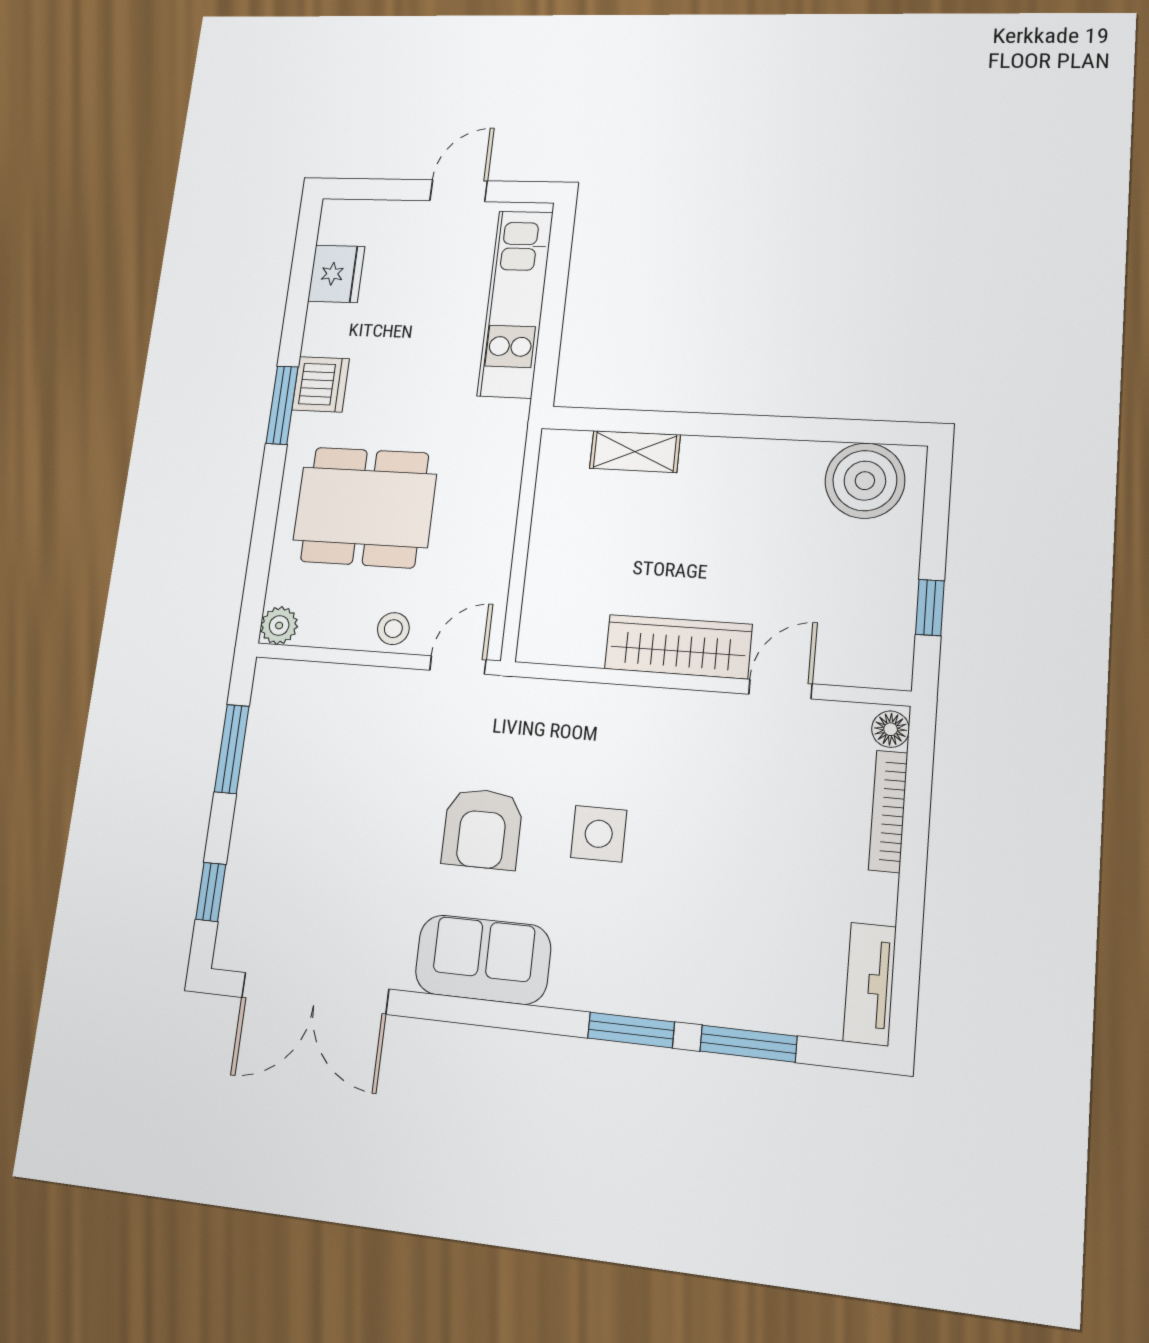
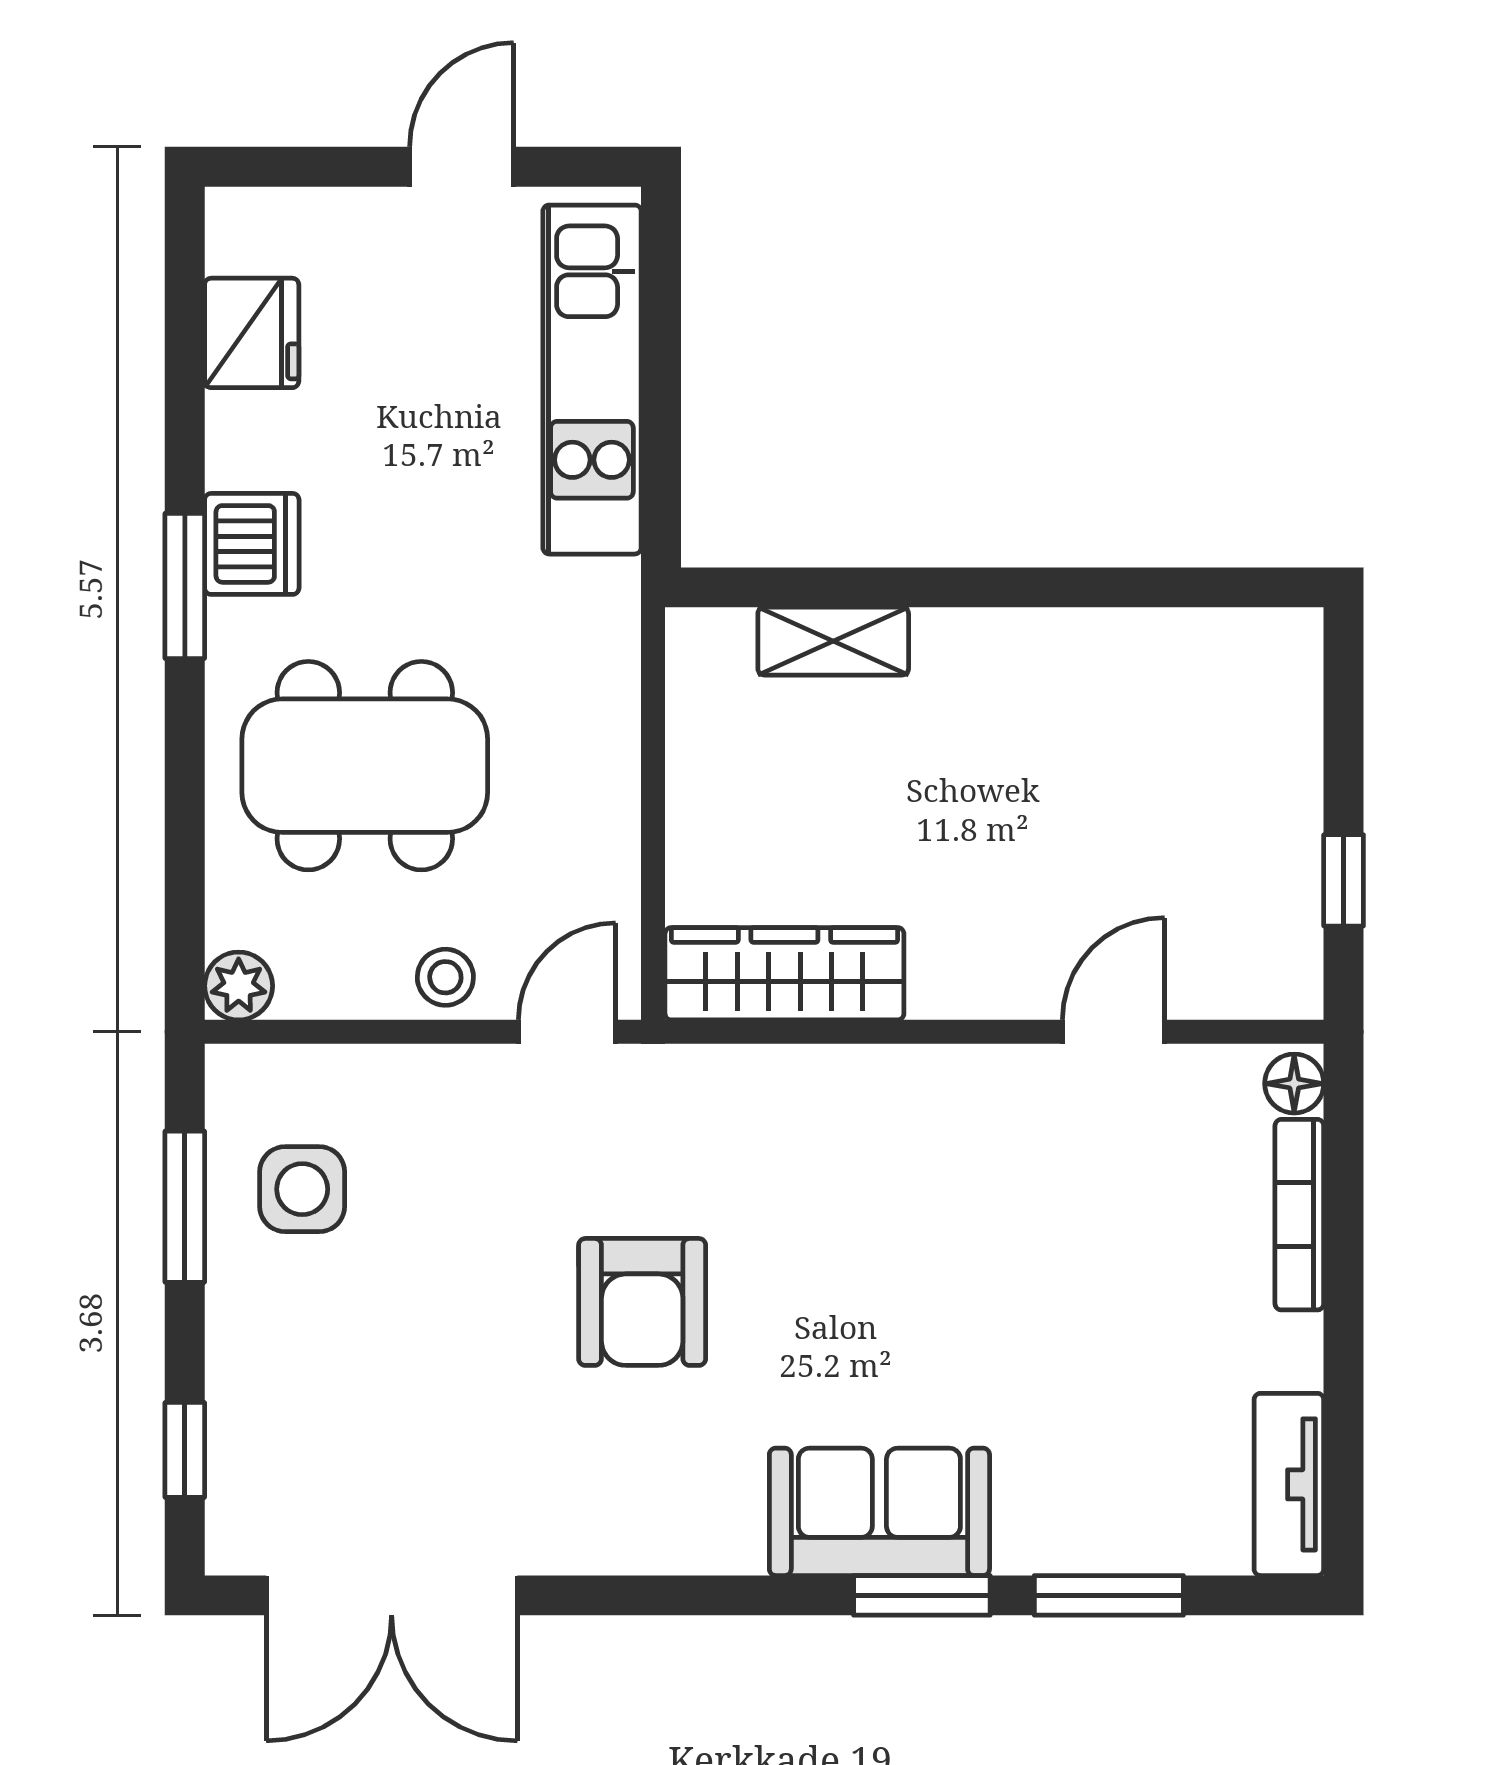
boiler: (865, 481) -> (1225, 672), removed
wardrobe: (678, 647) -> (784, 974), moved
side table: (599, 834) -> (302, 1189), moved
sofa: (483, 959) -> (879, 1512), moved

